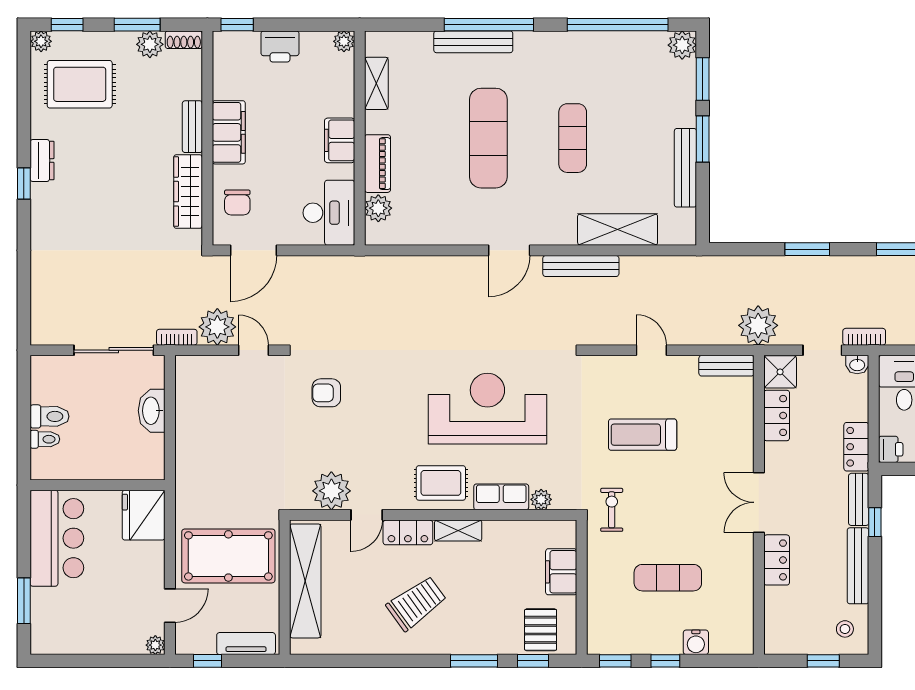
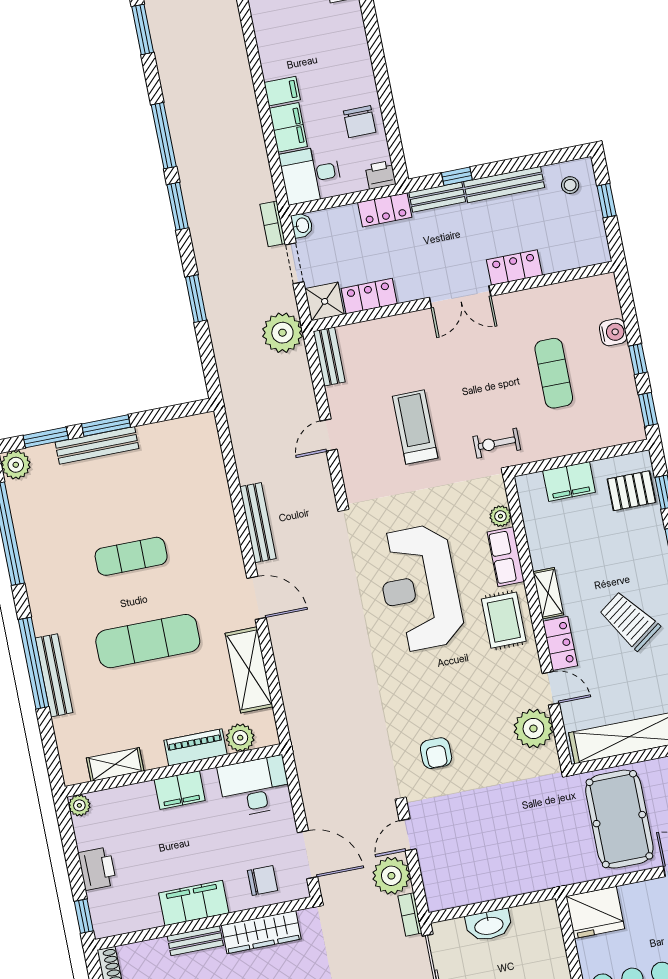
bench: (685, 168) -> (97, 445), moved
shelving: (618, 229) -> (249, 670), moved
treadmill: (643, 435) -> (415, 427), turned 180

